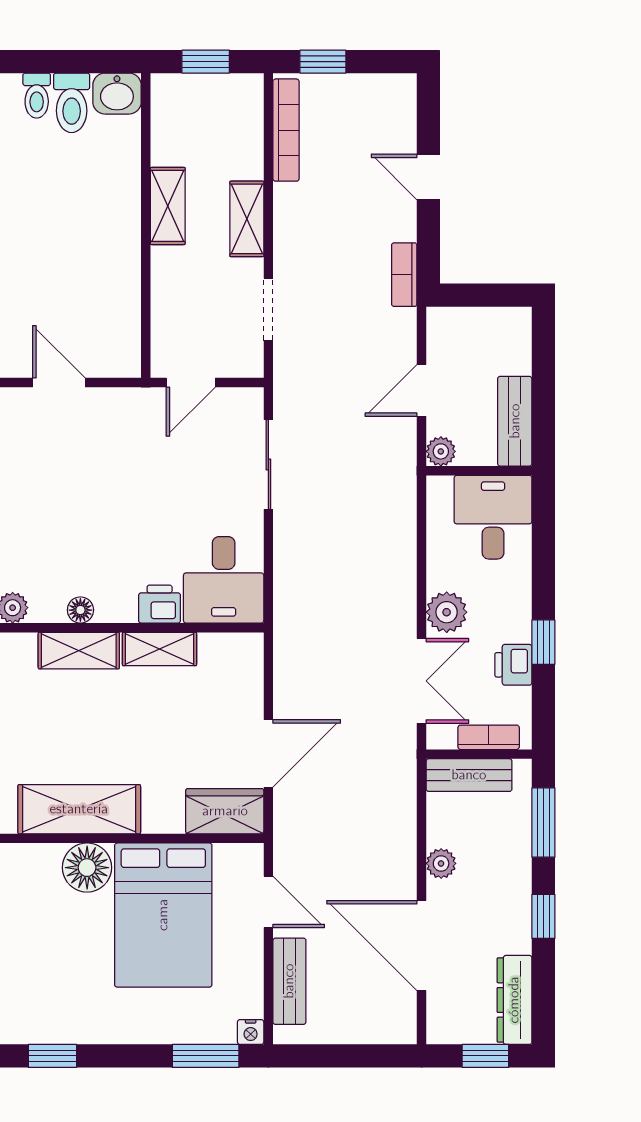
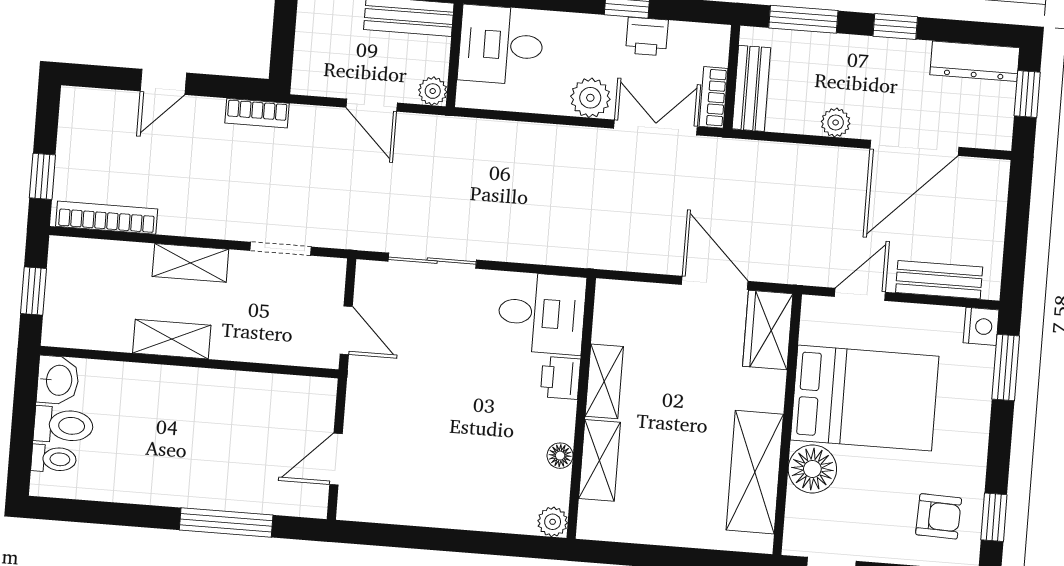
bookcase: (489, 737) -> (713, 97), moved
armchair: (49, 1000) -> (939, 516), added
nightstand: (251, 1032) -> (981, 326), width x1.39, depth x1.35

